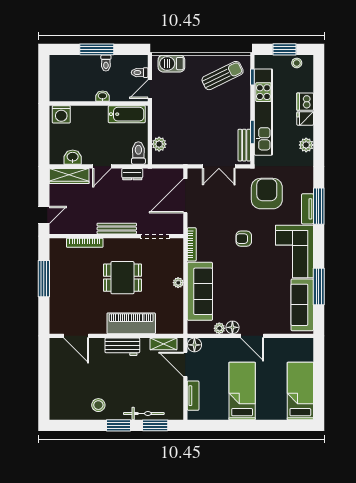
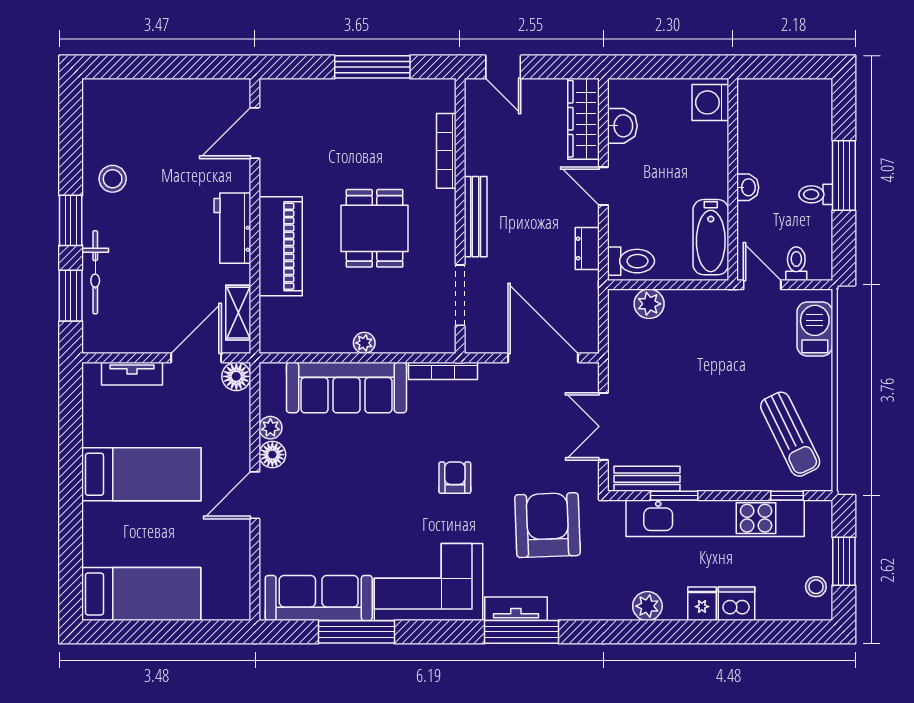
armchair: (267, 194) -> (548, 525), turned -92

